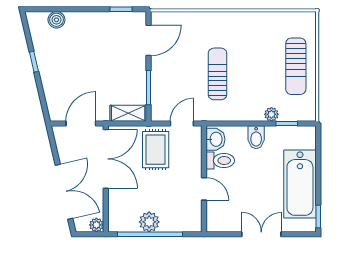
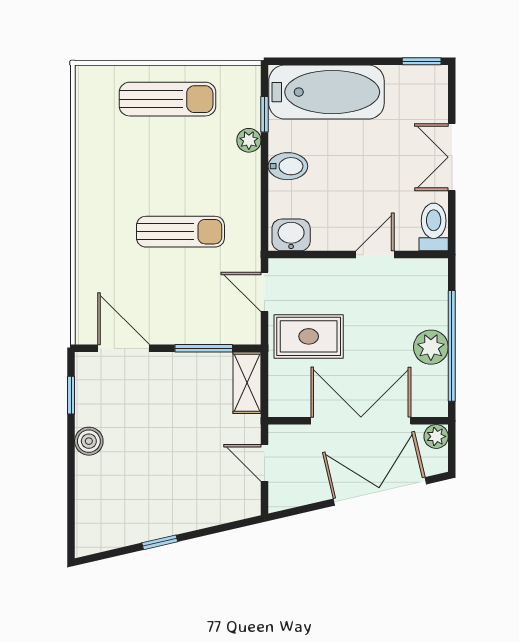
boiler: (56, 20) -> (89, 441), moved
sun lounger: (217, 74) -> (180, 232), turned 180
door: (81, 124) -> (264, 463), width x0.73
double door: (106, 159) -> (361, 421), moved
toilet: (220, 160) -> (434, 227), moved
bathtub: (300, 184) -> (326, 92), moved

